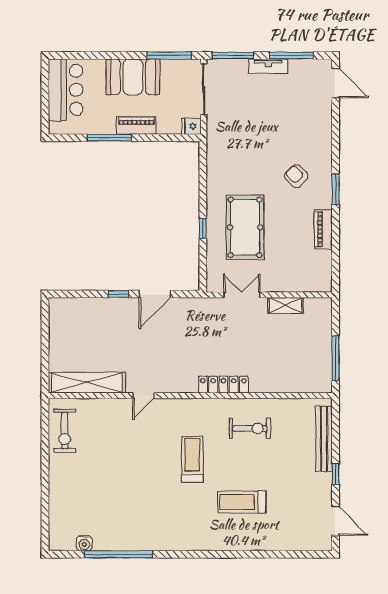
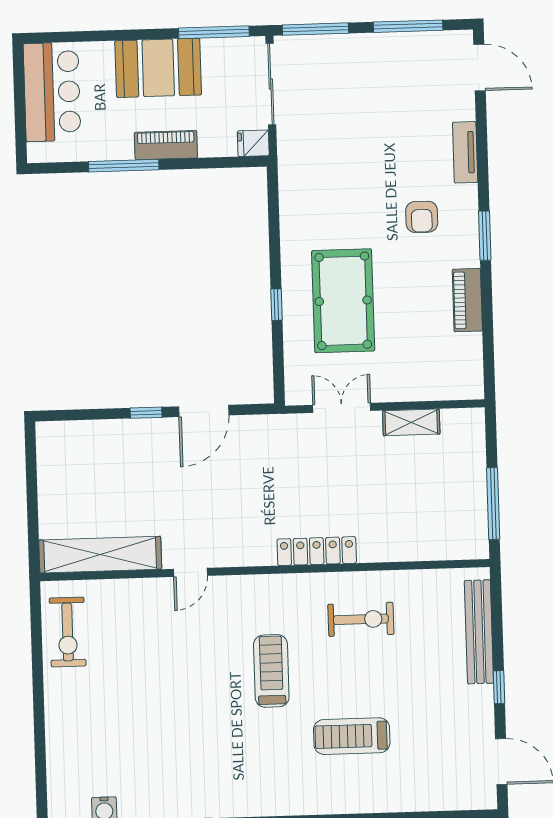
tv unit: (268, 66) -> (465, 152), moved, turned 90
armchair: (296, 176) -> (422, 217), turned -135

